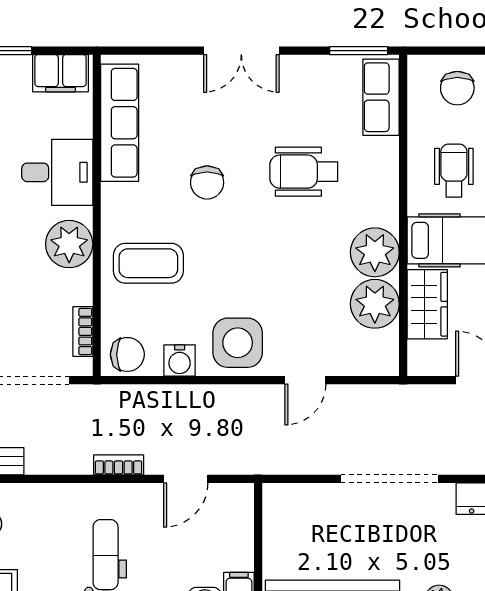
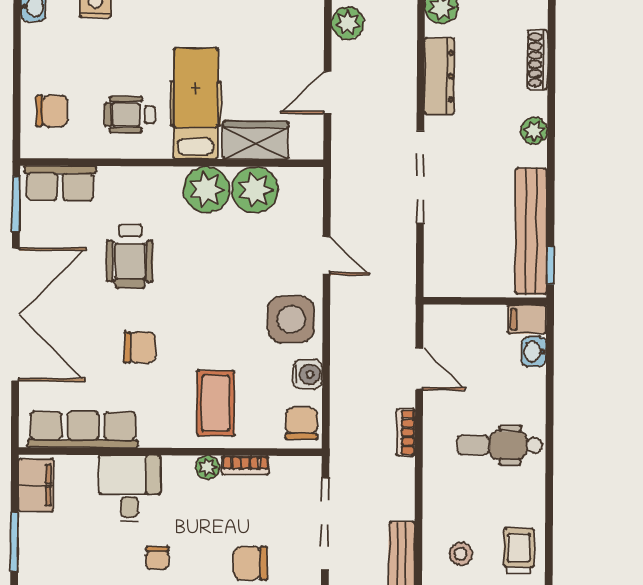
double door: (241, 51) -> (16, 314), width x1.87
plant: (69, 244) -> (208, 467), width x0.53, depth x0.53
bookcase: (83, 331) -> (245, 465), moved

